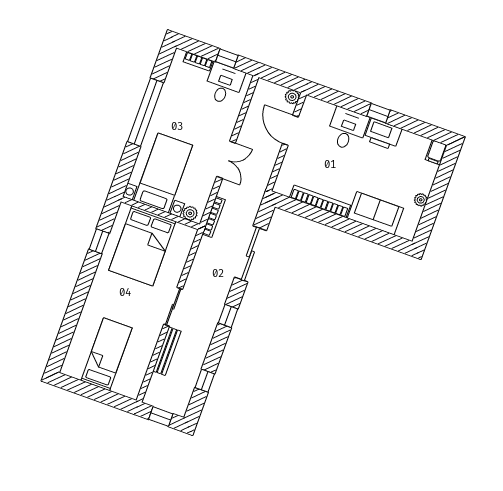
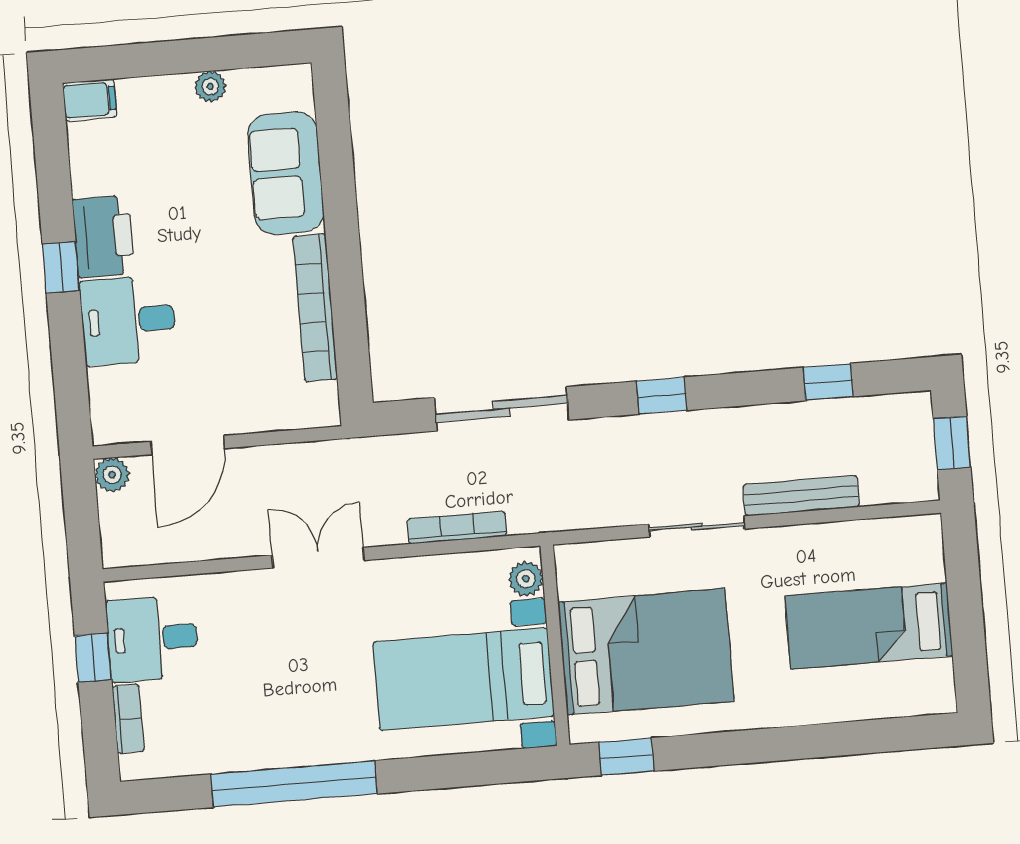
bed with nightstands: (163, 173) -> (464, 679), moved
wall: (160, 213) -> (555, 645), moved
plant: (190, 213) -> (526, 579), moved
bed: (142, 246) -> (646, 652), moved

